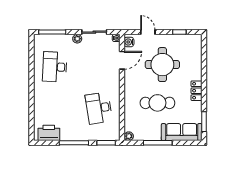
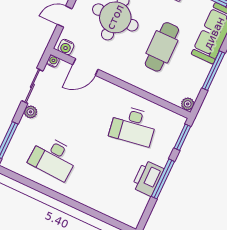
door: (122, 60) -> (85, 67), swing flipped
printer: (49, 133) -> (148, 178), moved

